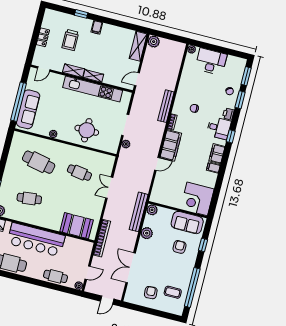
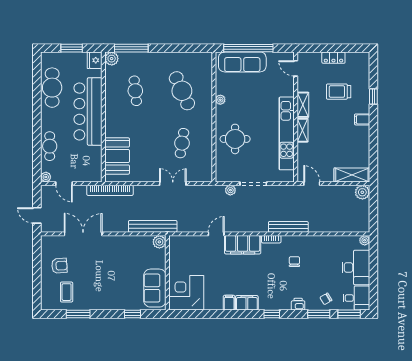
desk: (219, 128) -> (356, 298), moved, turned -90
cafe table: (39, 162) -> (182, 91), turned -36
door: (157, 164) -> (216, 234), swing flipped
plant: (147, 233) -> (130, 243), removed
armchair: (179, 247) -> (123, 286), removed
window: (192, 288) -> (78, 314), width x0.47

